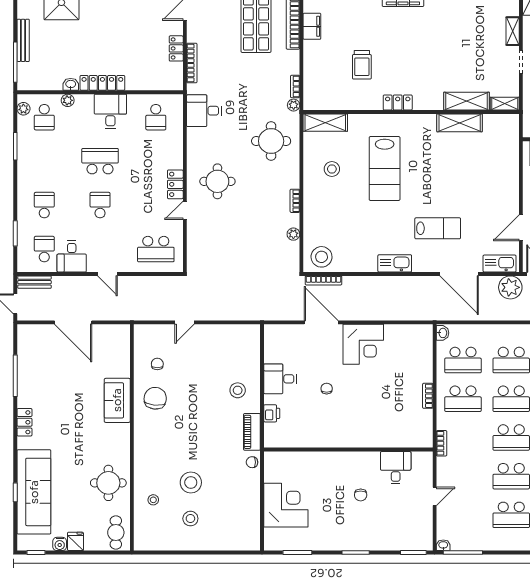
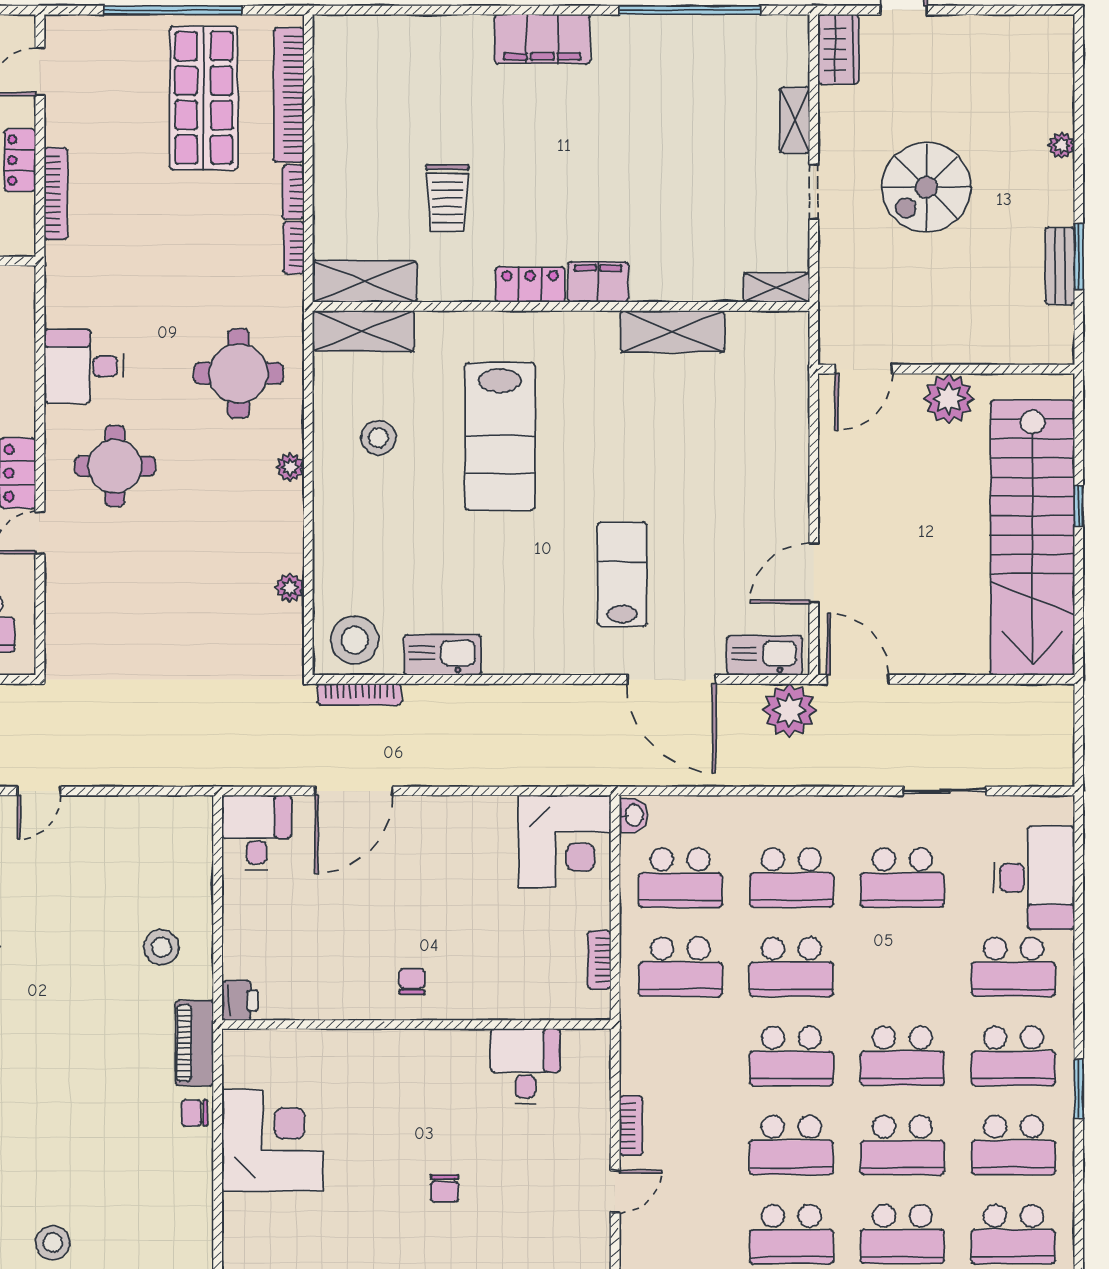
filing cabinet: (312, 26) -> (598, 282), moved, turned -90
shelving: (467, 101) -> (365, 281), moved
plant: (294, 105) -> (290, 467), moved
desk: (204, 111) -> (84, 366), moved
bookcase: (295, 201) -> (293, 192), moved
lab bench: (438, 228) -> (622, 574), turned -90
kitchen sink: (395, 263) -> (443, 655), moved
door: (321, 322) -> (354, 791), swing flipped
corner desk: (363, 344) -> (565, 841), moved
desk: (280, 379) -> (256, 832), moved, turned 90
chair: (327, 389) -> (412, 981), moved
bookcase: (442, 443) -> (631, 1126), moved
wall: (348, 450) -> (416, 1025), moved
desk: (396, 468) -> (525, 1066), moved
stool: (191, 482) -> (54, 1160), removed
corner desk: (286, 505) -> (272, 1141), moved

